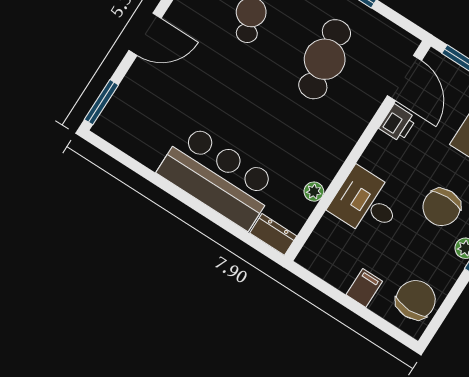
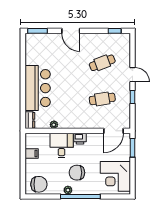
cafe table: (325, 59) -> (102, 99), width x0.73, depth x0.74
printer: (398, 123) -> (80, 139), moved
filing cabinet: (364, 288) -> (32, 153), moved

